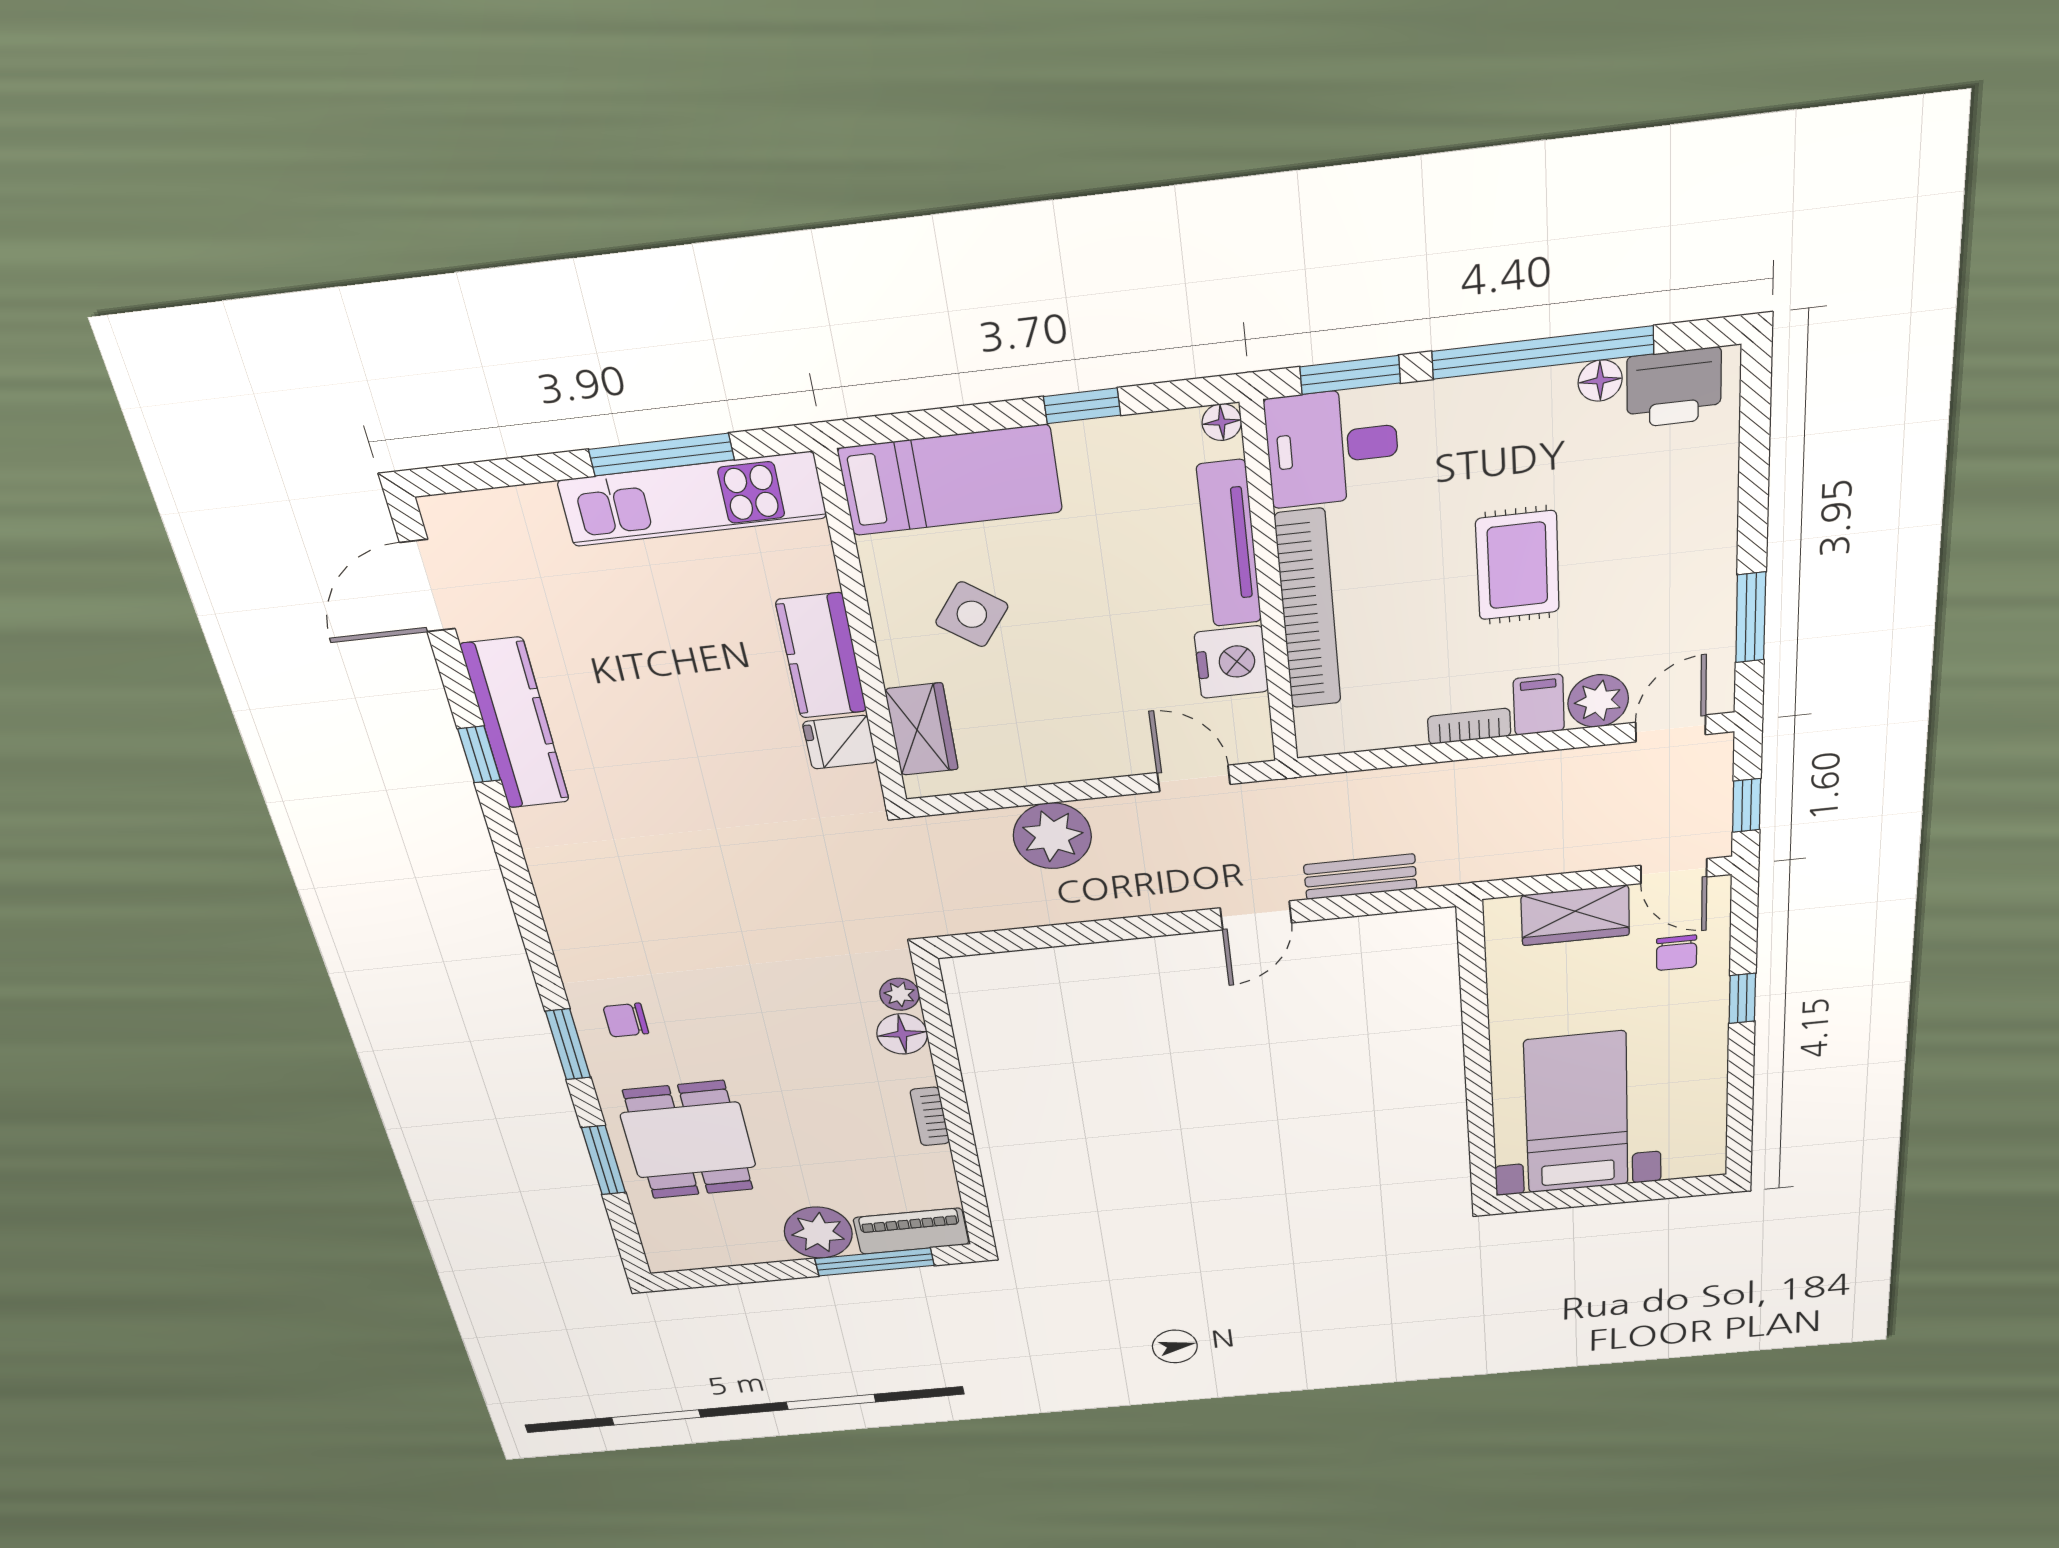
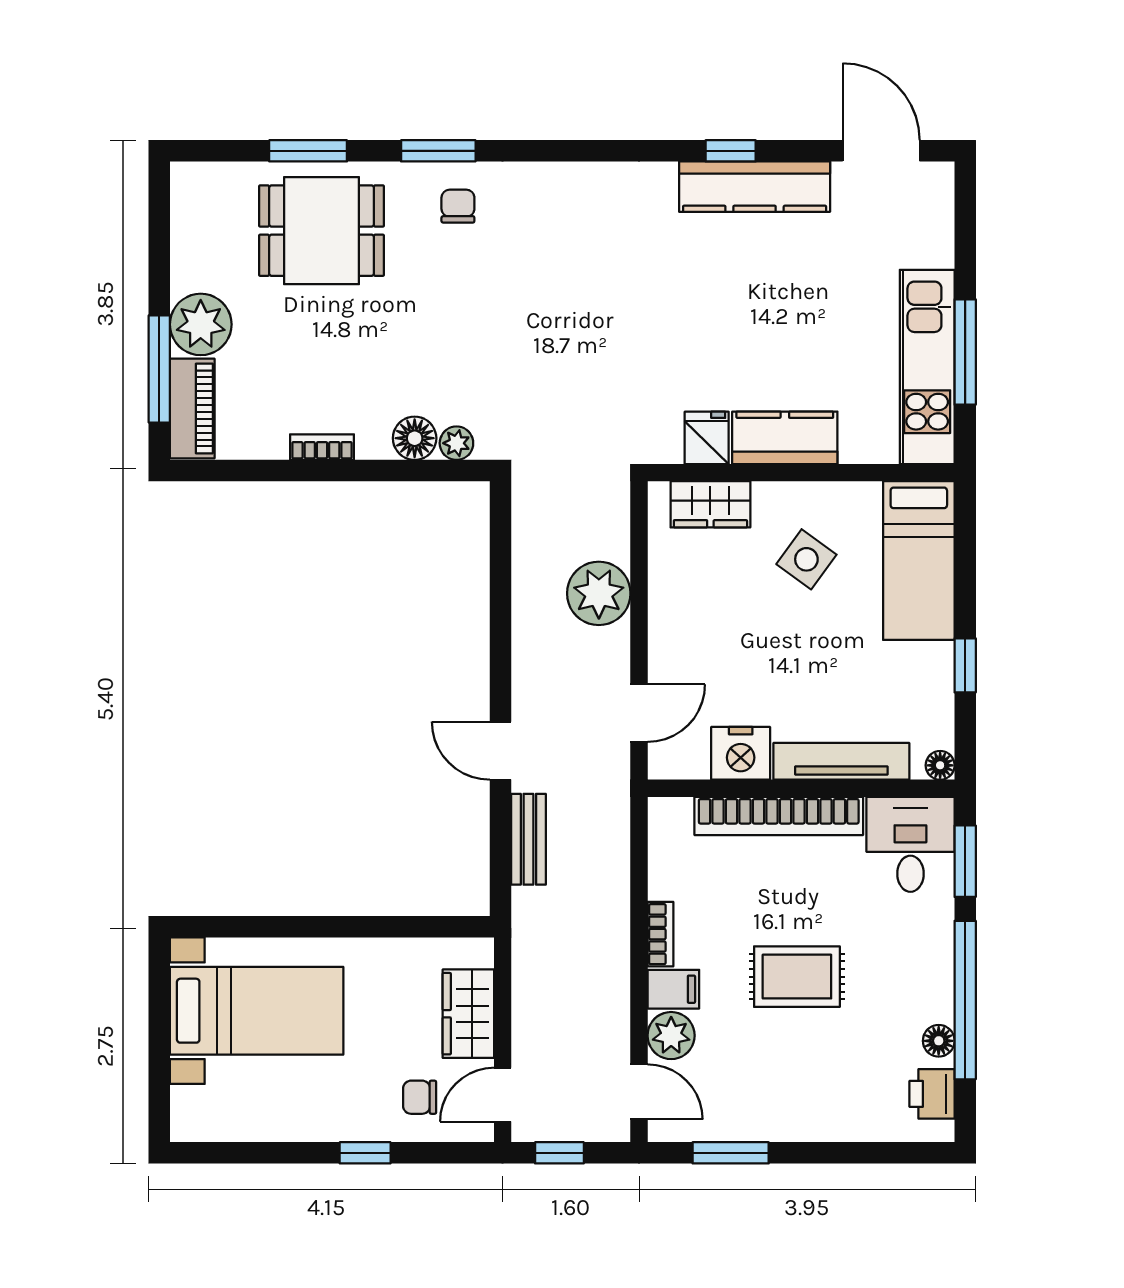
printer: (1674, 388) -> (932, 1094), width x0.73, depth x0.81

